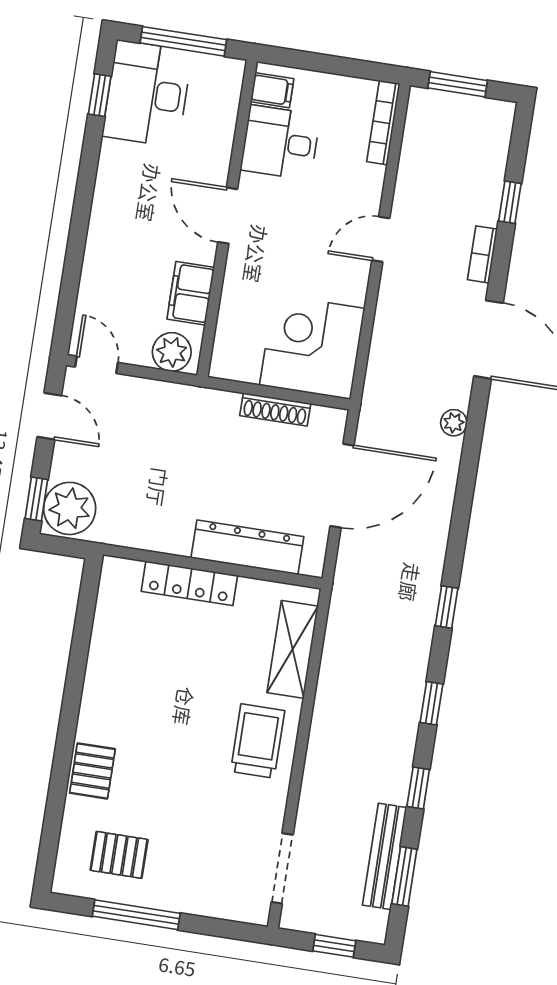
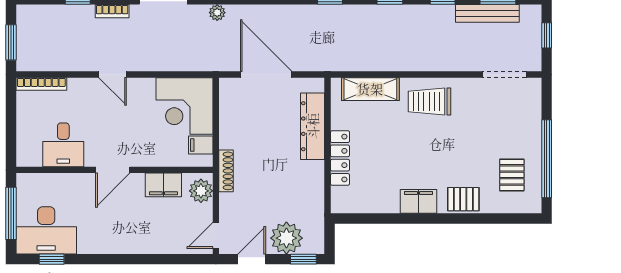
filing cabinet: (272, 90) -> (201, 145), moved, turned -90
shoe rack: (275, 409) -> (226, 171), moved
plant: (70, 508) -> (286, 238), moved
filing cabinet: (100, 698) -> (419, 201), added
window: (136, 915) -> (547, 159), width x1.46

